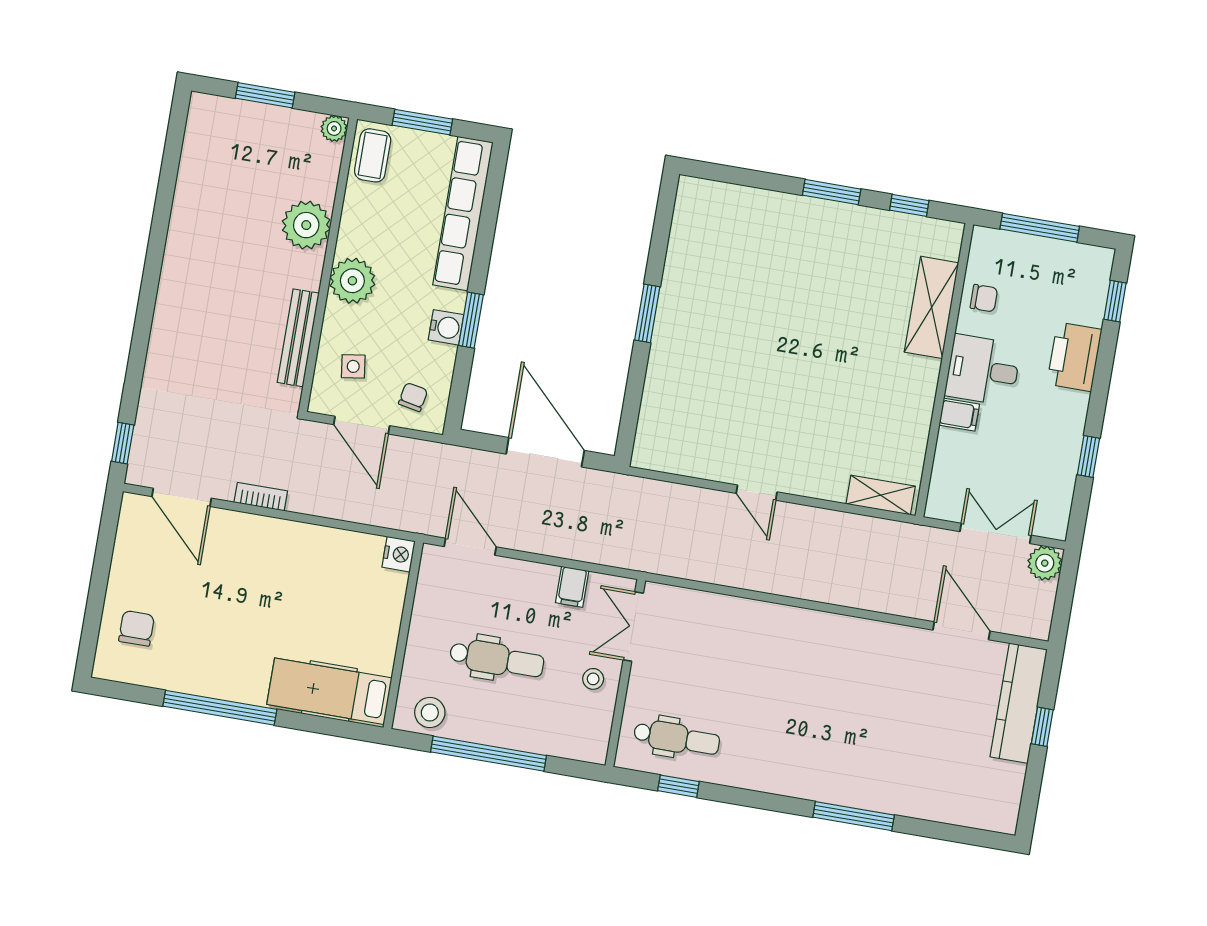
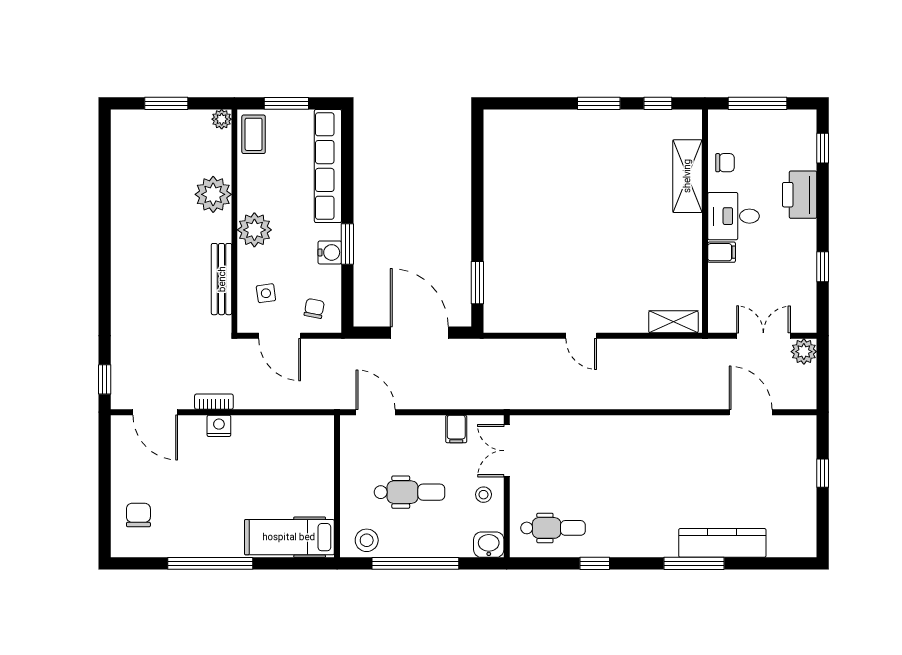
window: (647, 313) -> (477, 283), moved
nightstand: (399, 554) -> (219, 426), moved, turned -90
kitchen counter: (1019, 703) -> (722, 543), moved, turned 90
washbasin: (589, 746) -> (489, 545), added
window: (678, 786) -> (595, 563), moved

